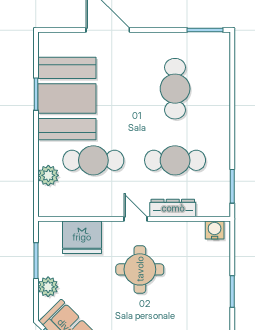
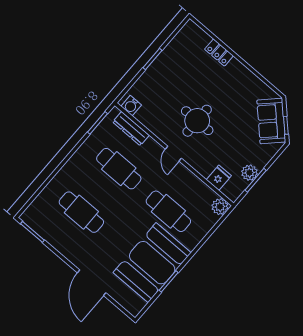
cafe table: (175, 89) -> (81, 212), turned 90
plant: (48, 175) -> (220, 207), moved
dresser: (173, 208) -> (131, 129), moved
fridge: (82, 237) -> (219, 178), width x0.53, depth x0.75
plant: (48, 287) -> (249, 173), moved

